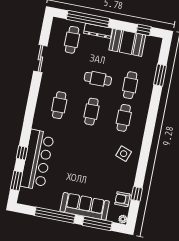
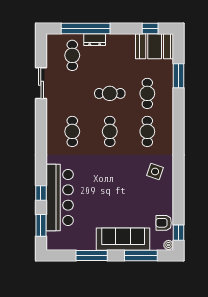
dresser: (98, 31) -> (95, 40), width x0.70
booth: (127, 42) -> (155, 46), moved
window: (137, 194) -> (179, 233), moved
window: (55, 215) -> (92, 255), width x0.68

